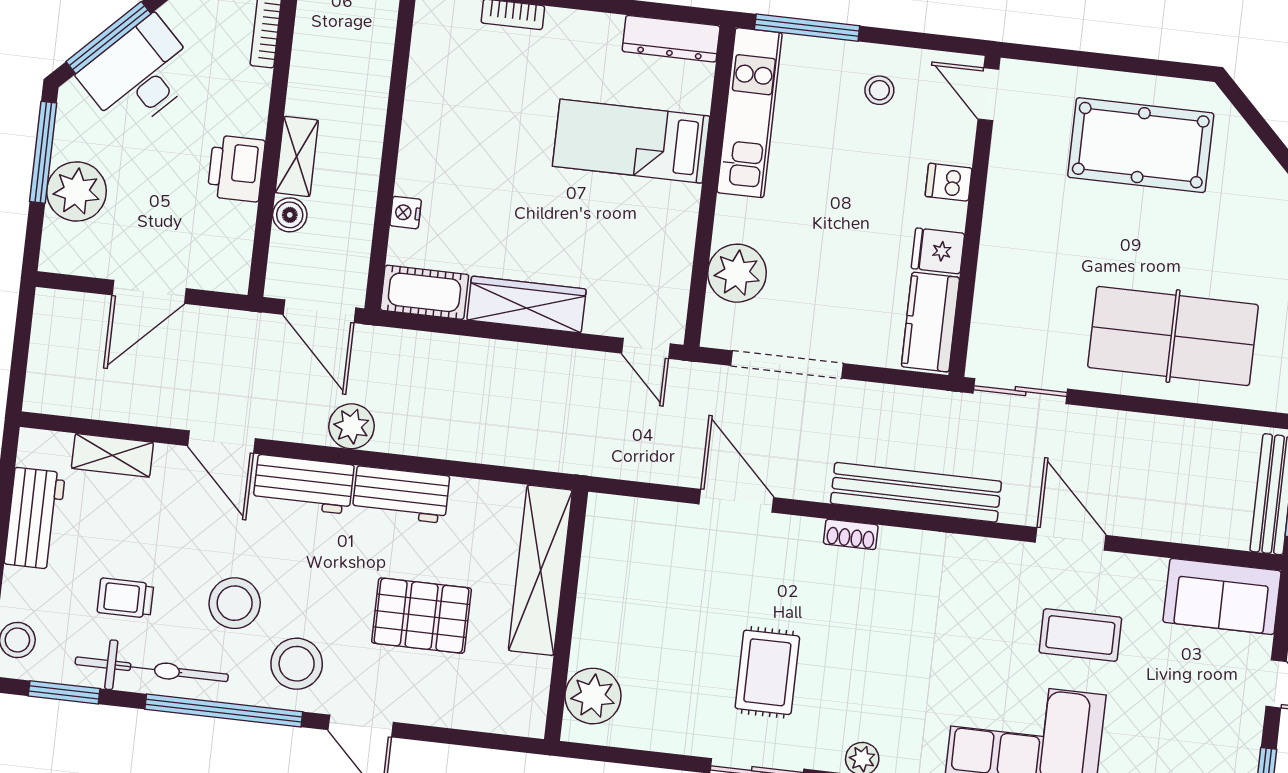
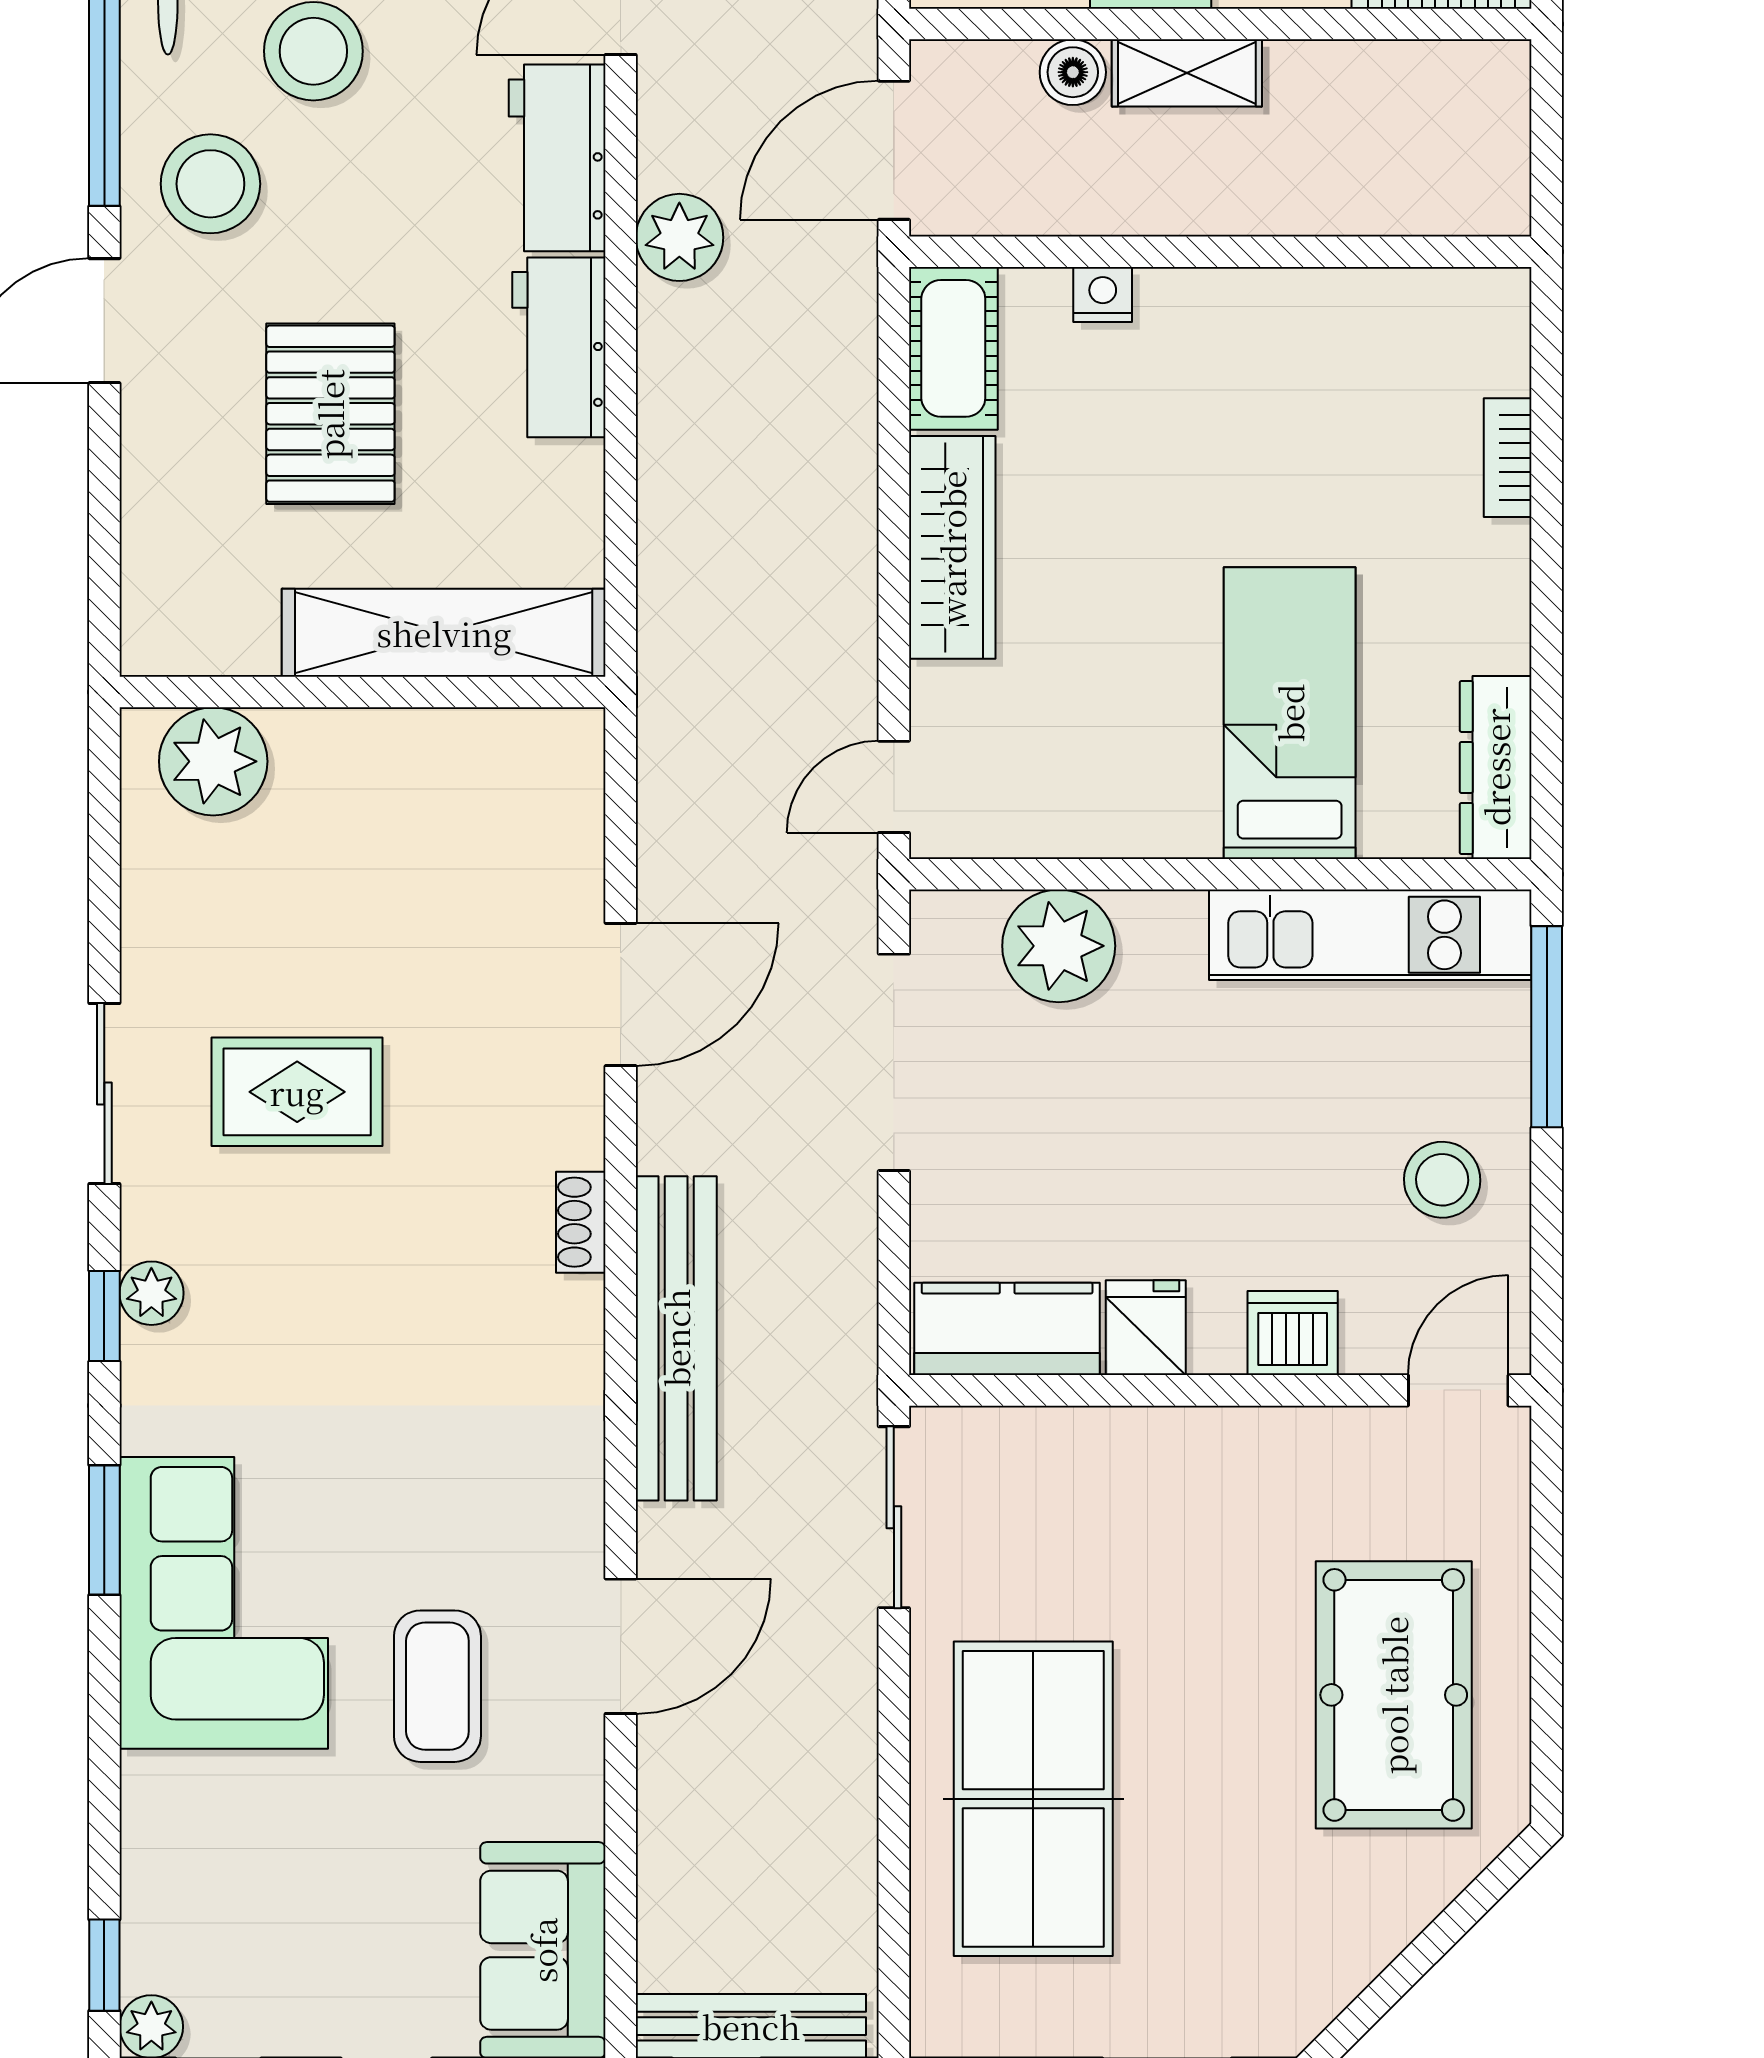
stool: (879, 90) -> (1442, 1180), width x1.37, depth x1.37
dishwasher: (949, 182) -> (1293, 1333), width x1.38

